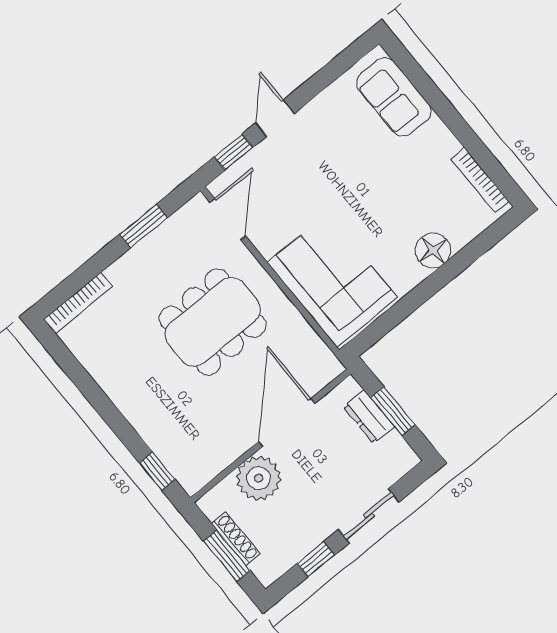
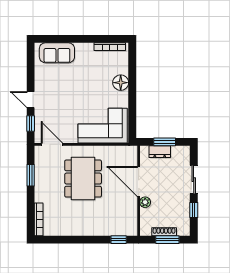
plant: (259, 478) -> (145, 202), width x0.53, depth x0.53

